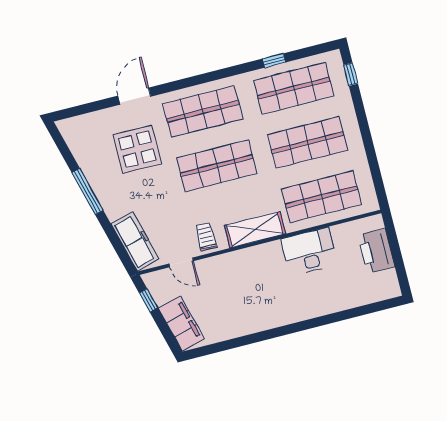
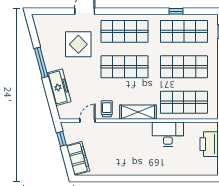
freezer: (135, 241) -> (59, 87), moved
door: (181, 262) -> (88, 121), swing flipped

